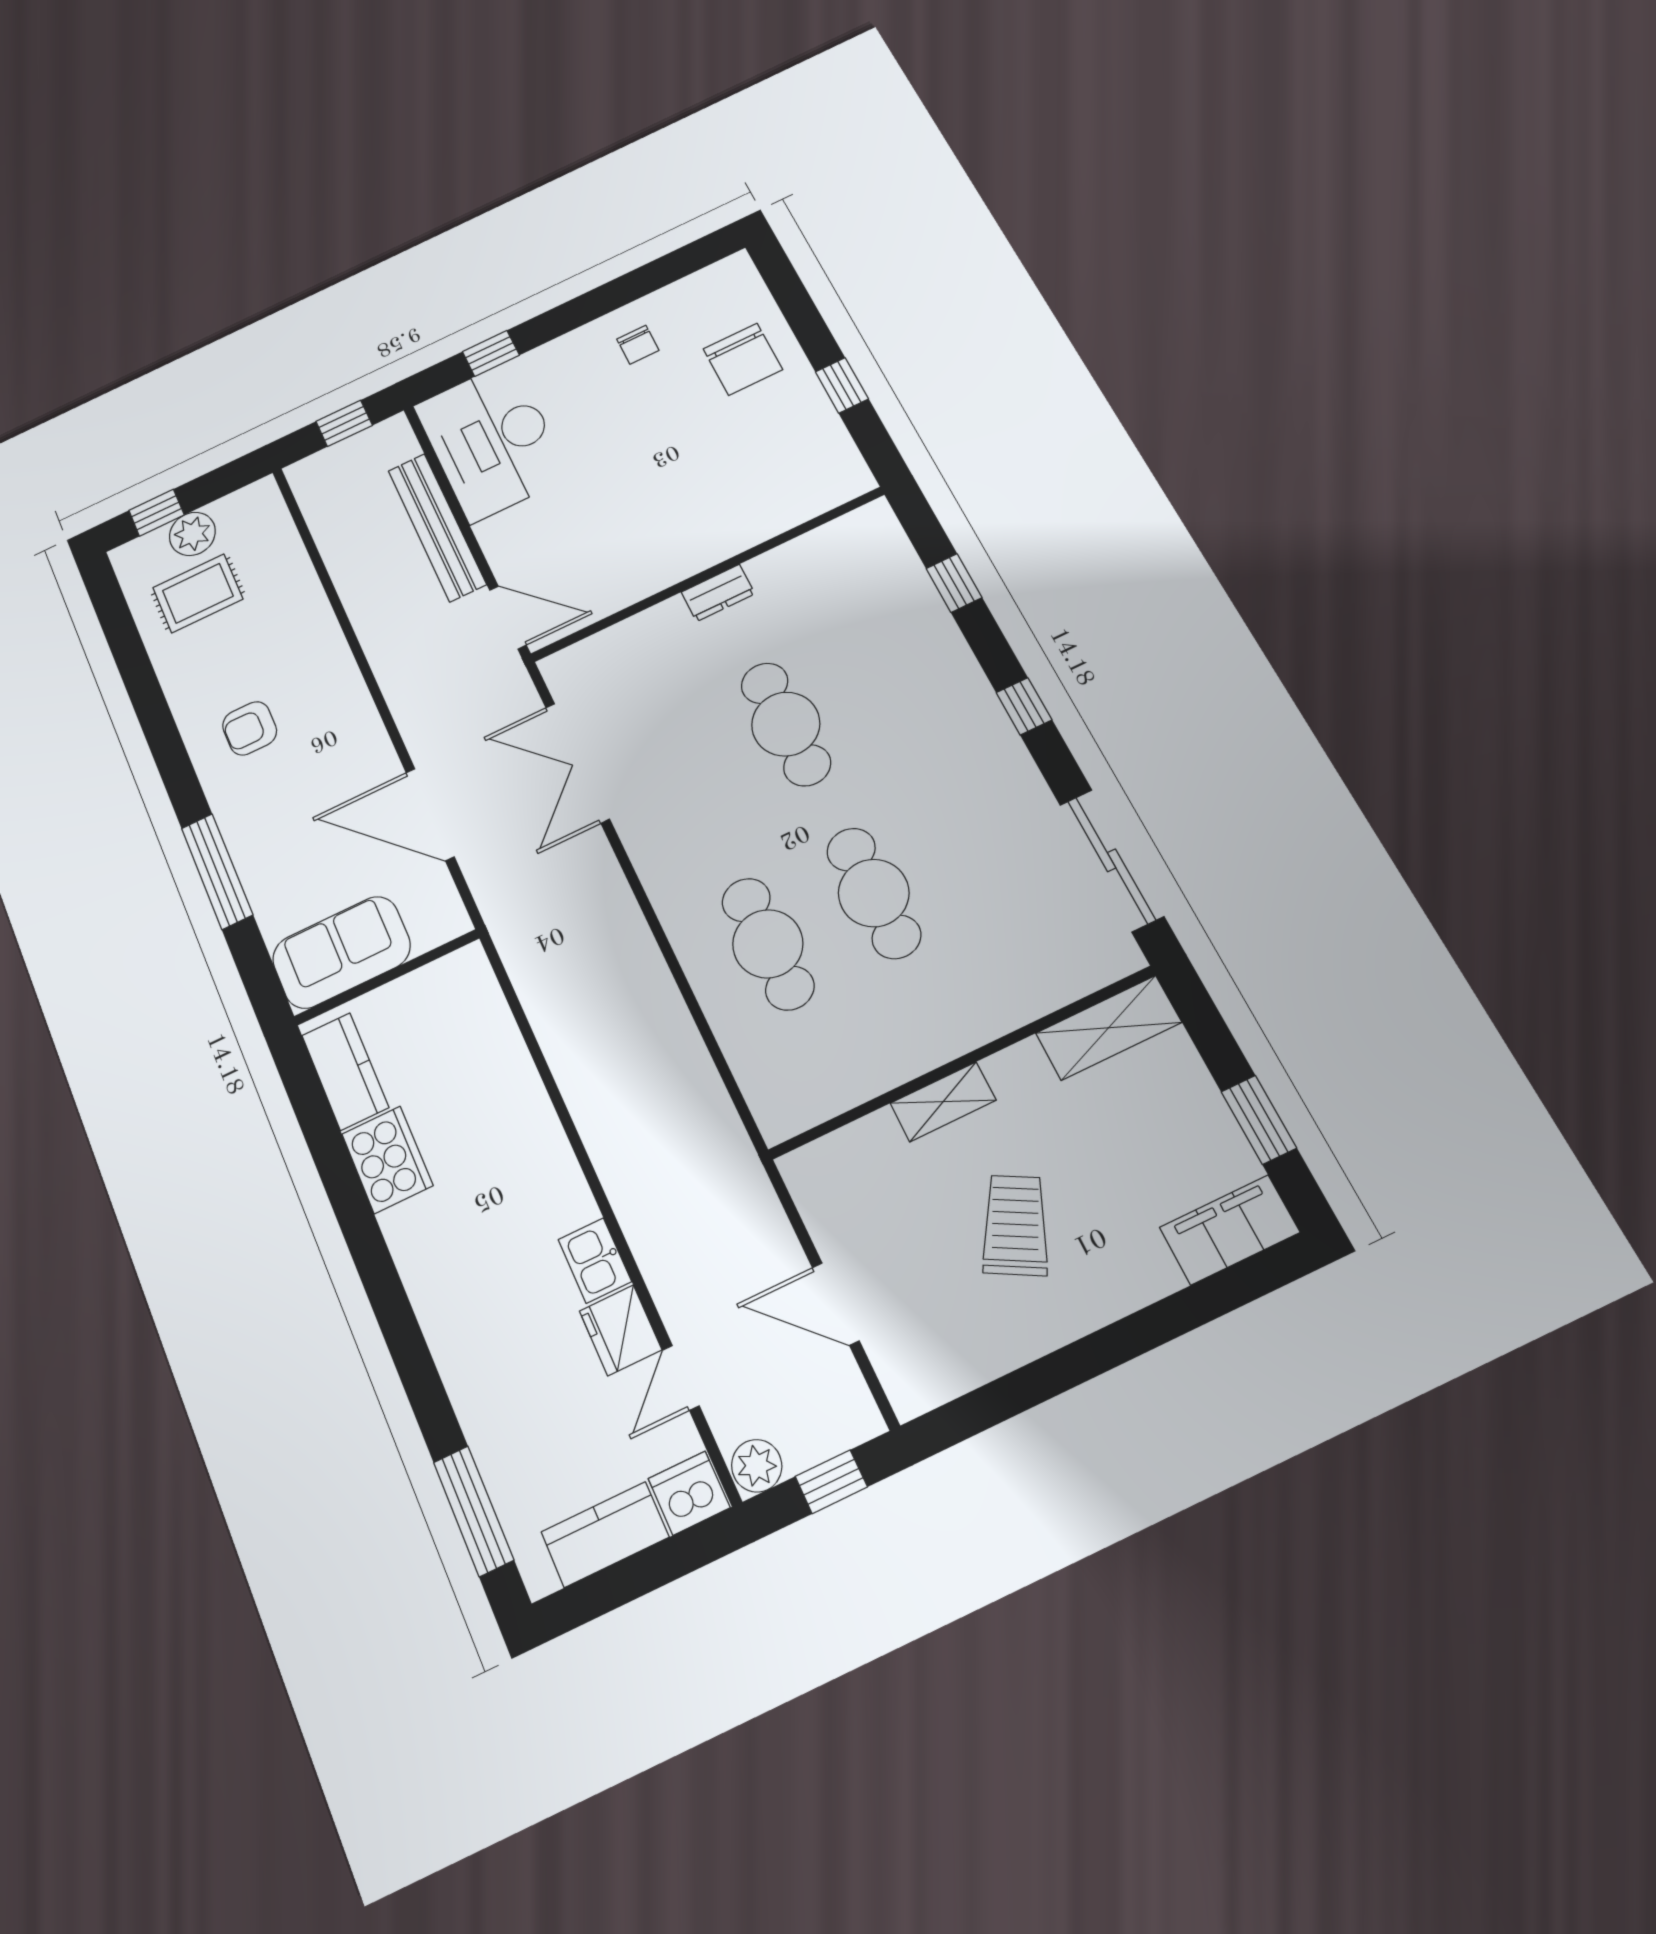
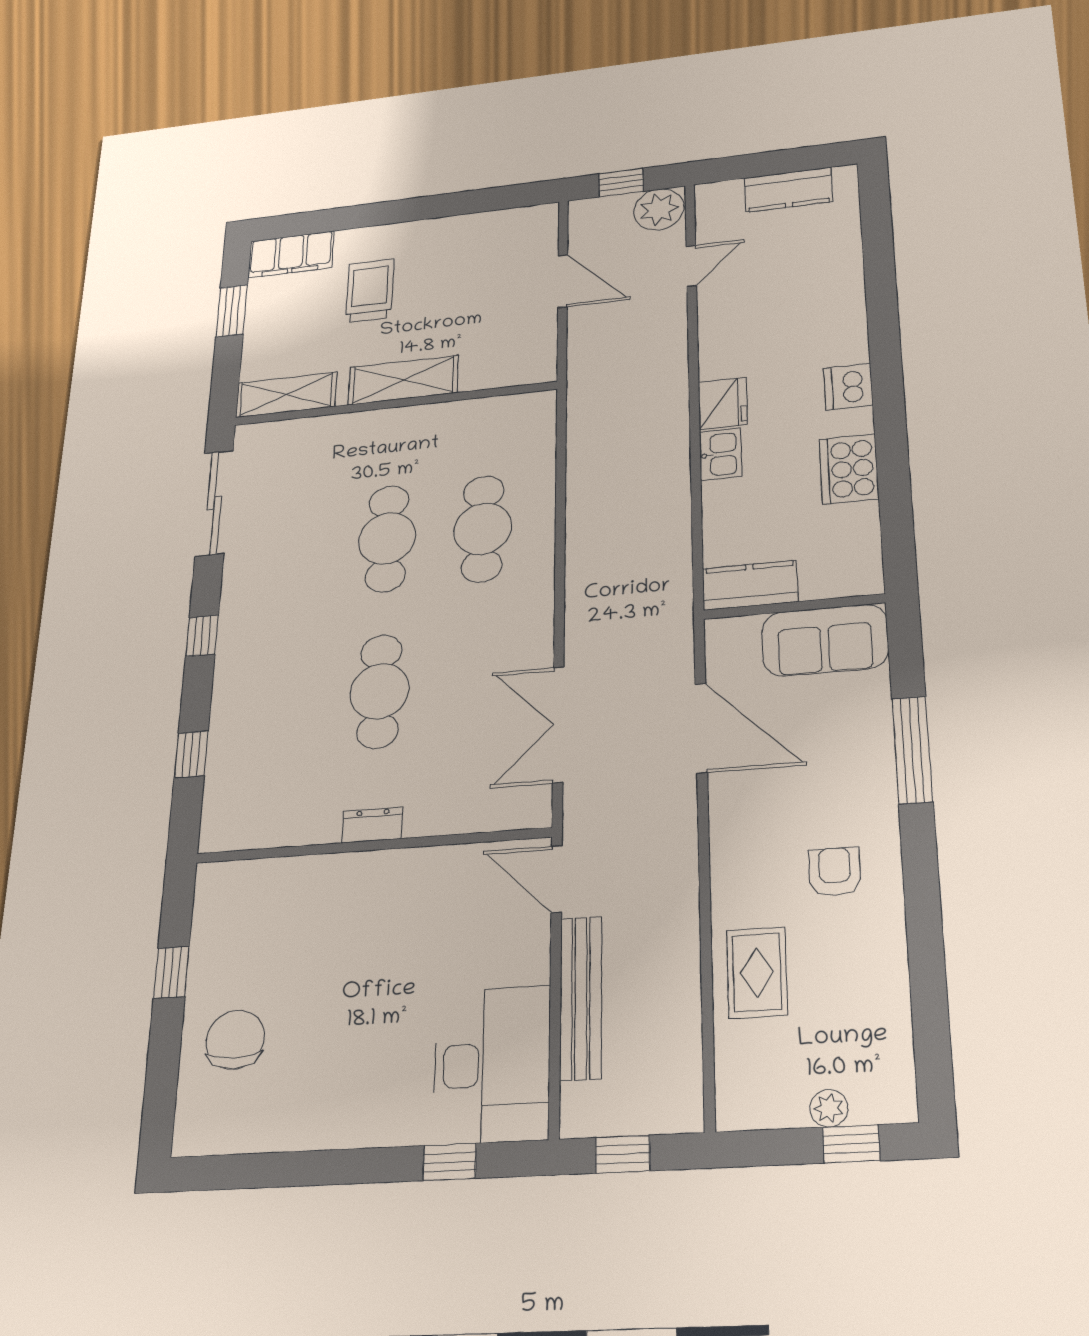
chair: (638, 345) -> (315, 1102), removed
plant: (192, 534) -> (829, 1108), width x0.73, depth x0.73
rug: (198, 593) -> (757, 972), moved, turned 90
armchair: (250, 728) -> (835, 872), turned -90
double door: (577, 763) -> (558, 724), swing flipped
kitchen counter: (345, 1071) -> (750, 585), moved, turned 90
shelving: (943, 1102) -> (403, 380), width x1.50, depth x1.33
trolley: (1015, 1225) -> (370, 291), moved, turned 152
kitchen sink: (595, 1260) -> (720, 454), moved
fridge: (621, 1330) -> (723, 403), moved
plant: (757, 1466) -> (659, 209), width x1.36, depth x1.36
dishwasher: (689, 1493) -> (848, 387), moved, turned 90
window: (473, 1511) -> (877, 225), removed

